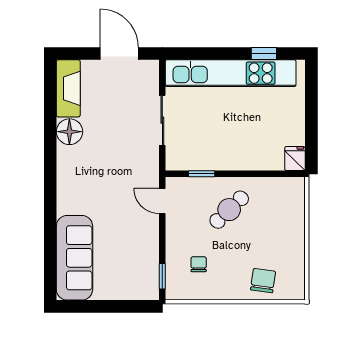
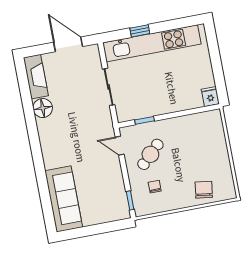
window: (264, 54) -> (140, 31), moved
cafe table: (229, 210) -> (150, 154), moved

